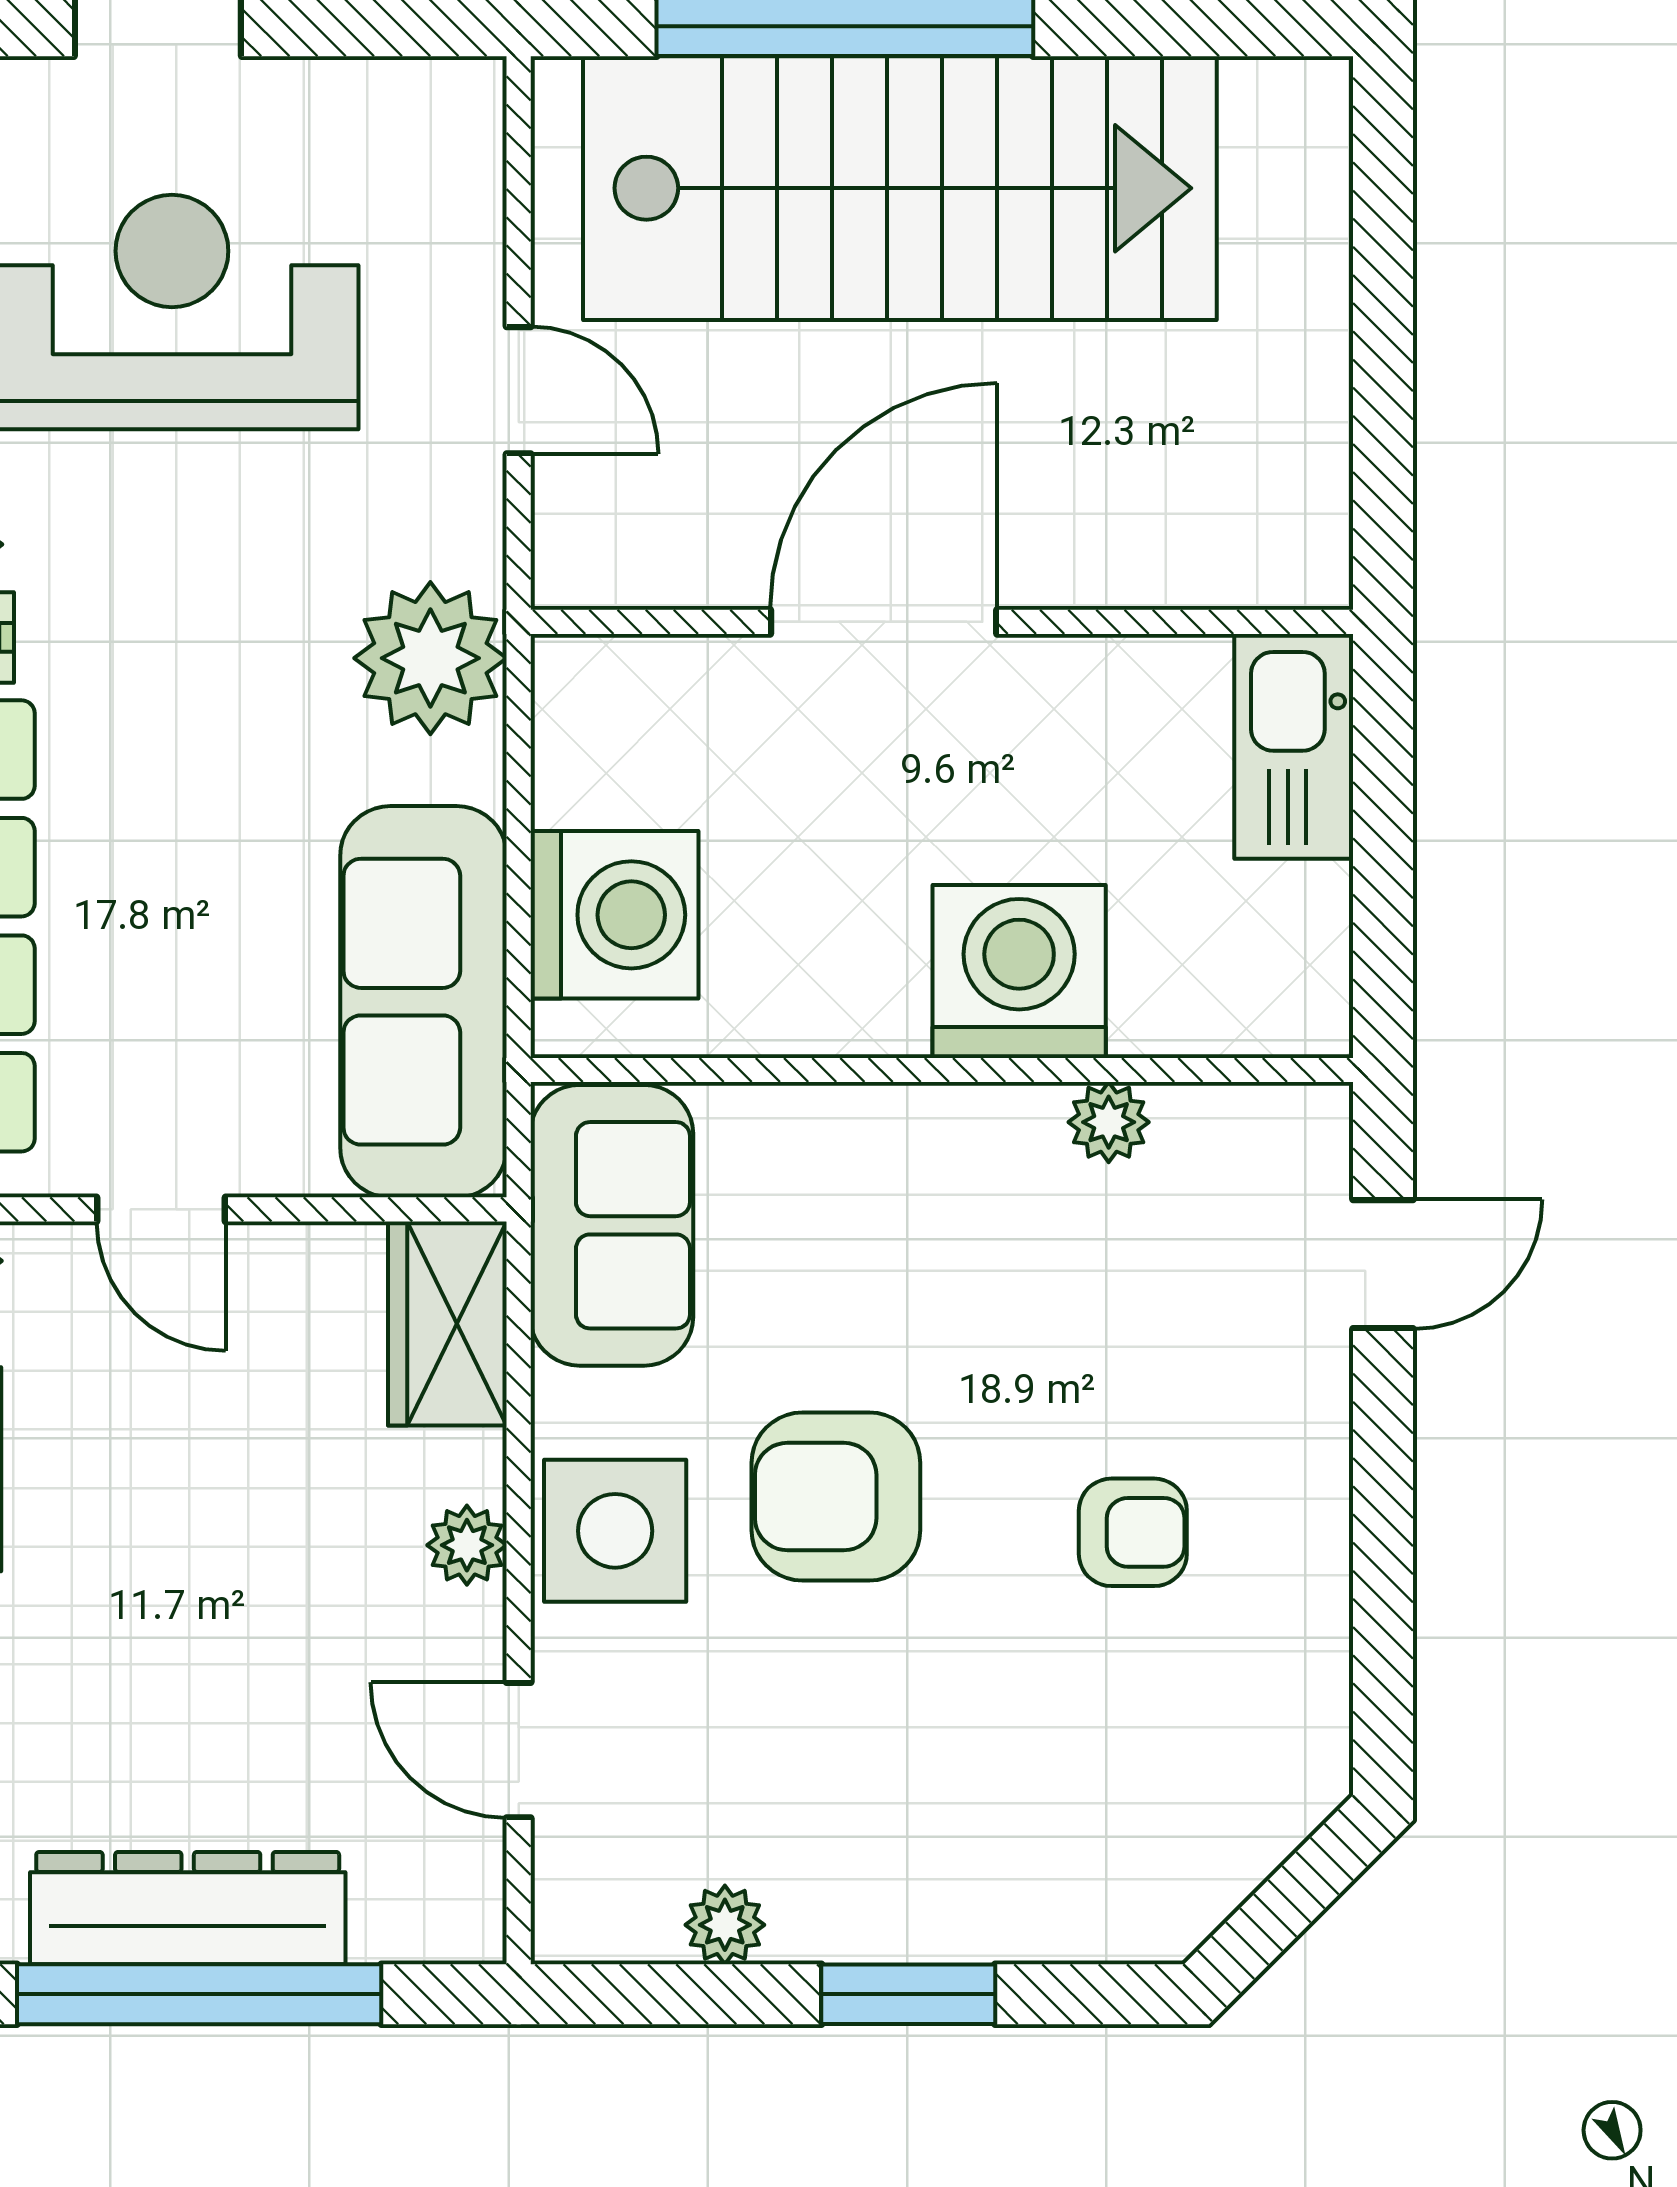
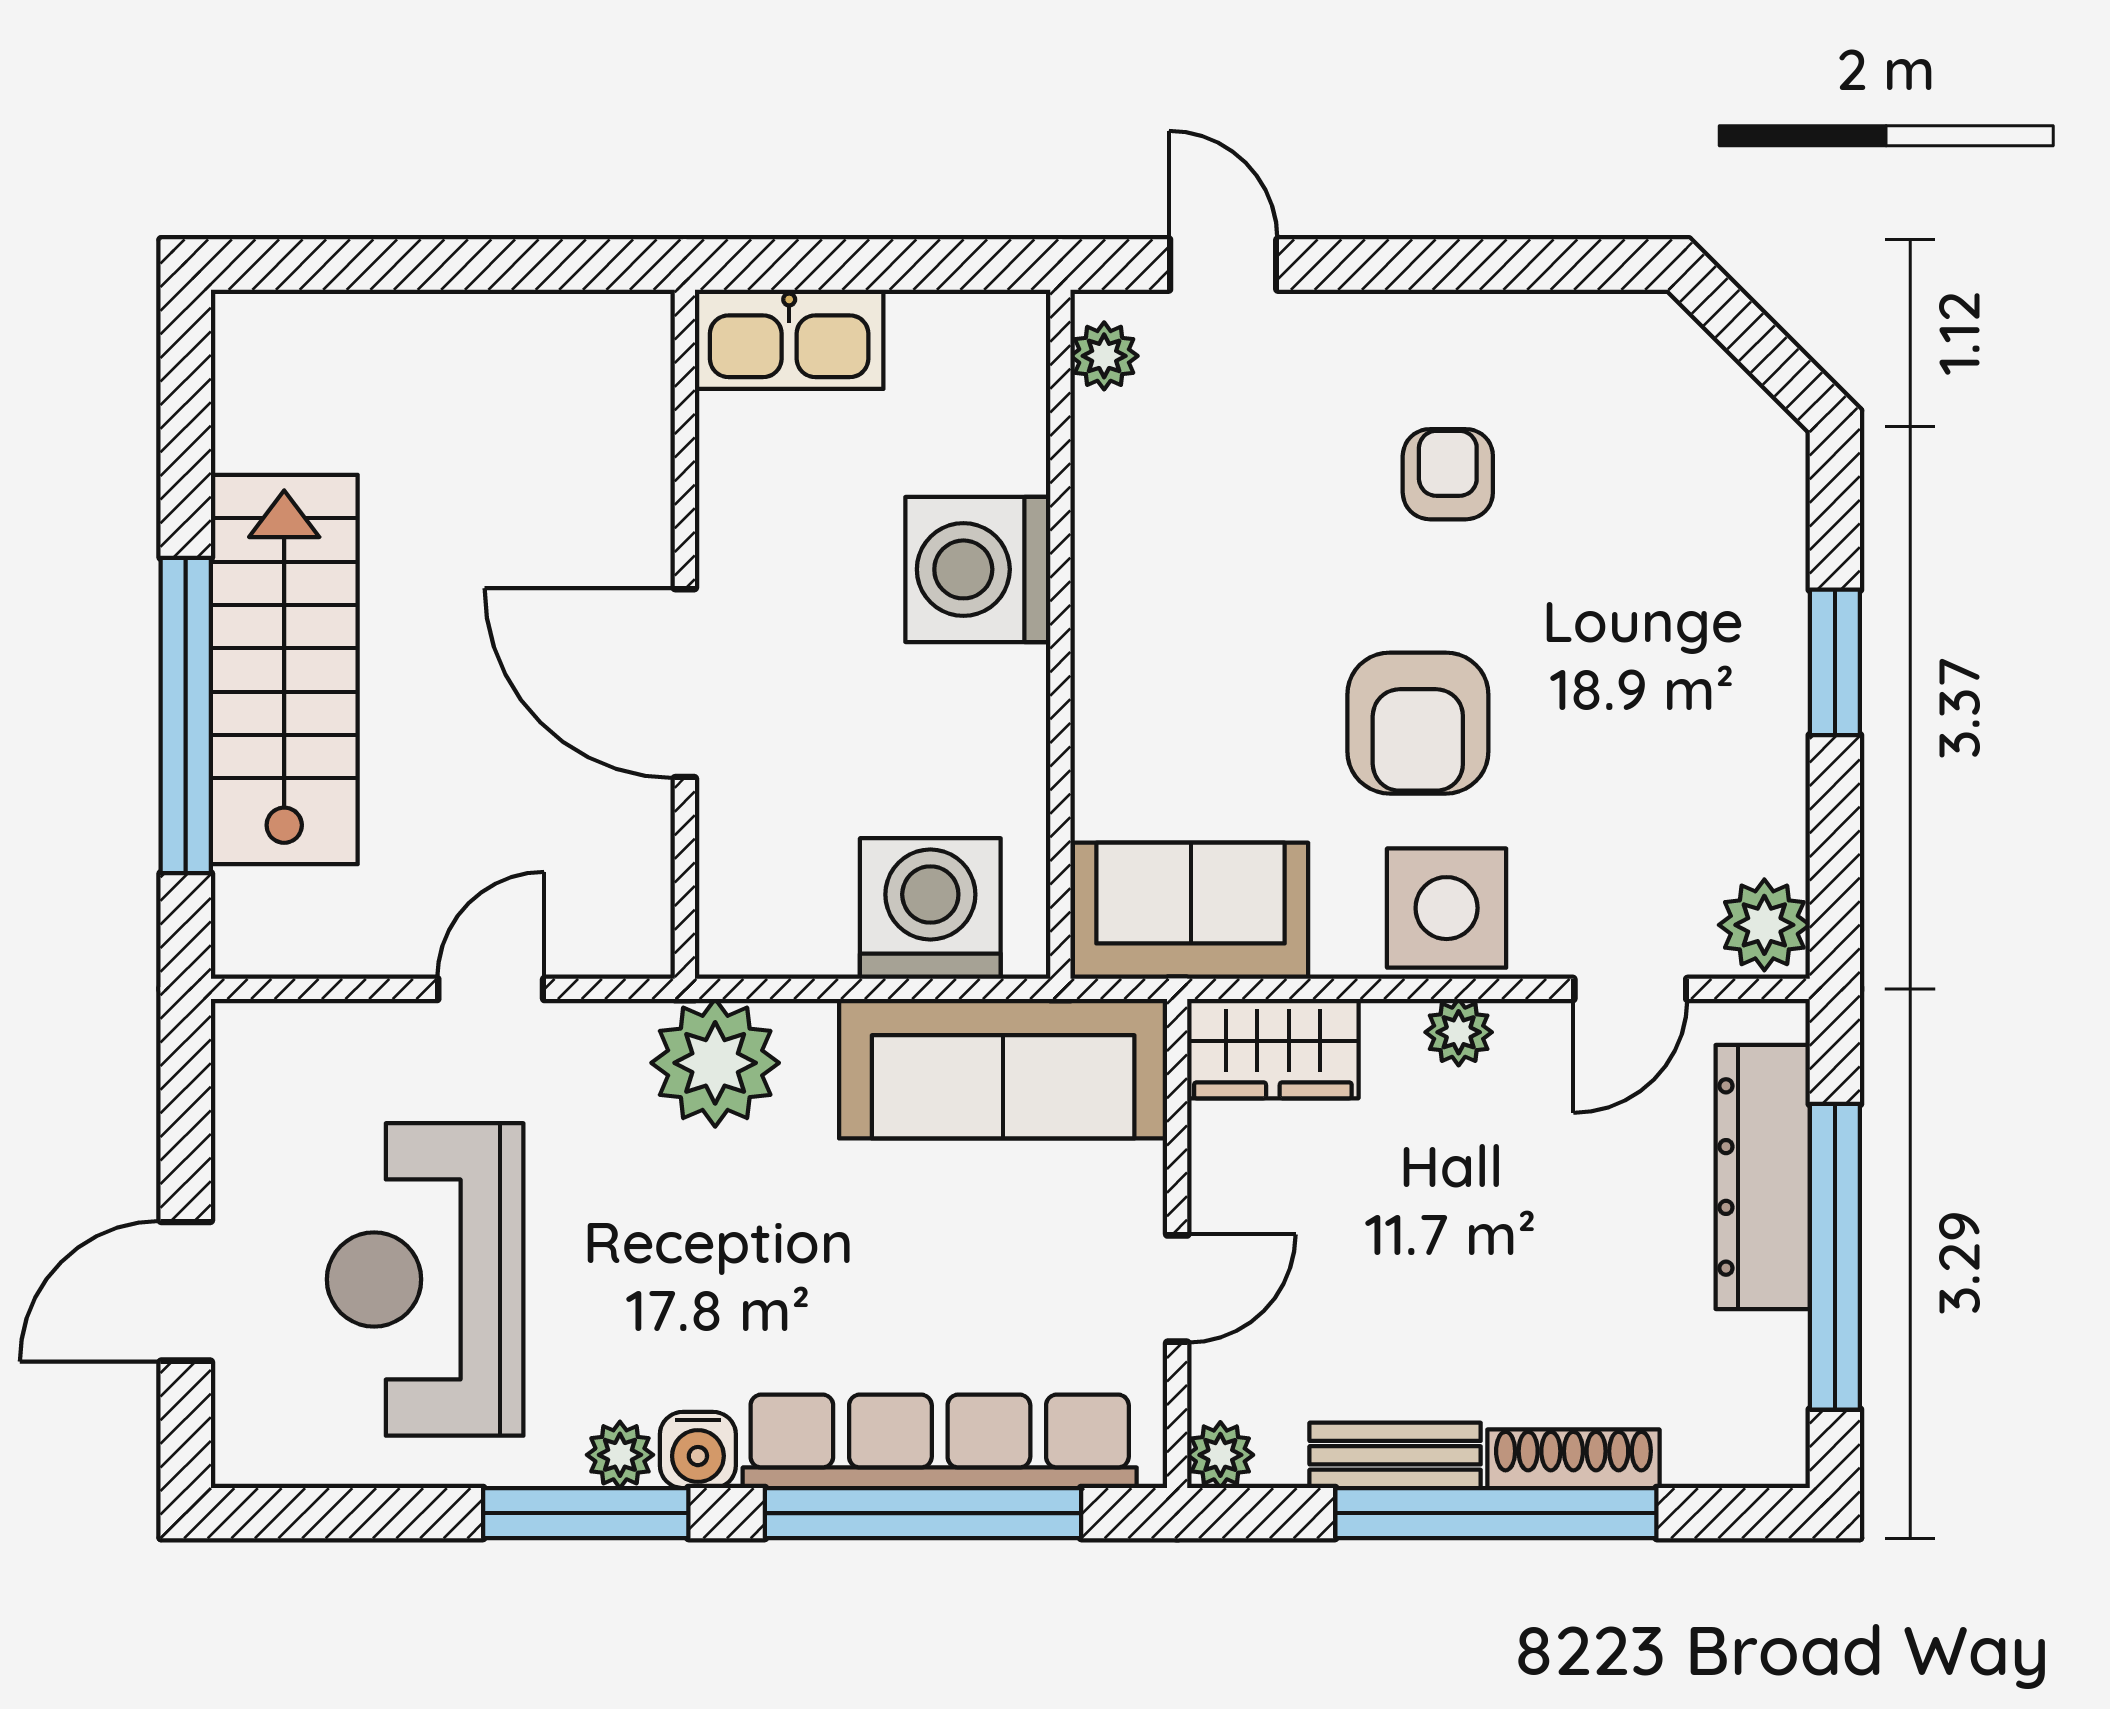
stairs: (900, 188) -> (284, 669), width x0.73, depth x0.66
plant: (1109, 1122) -> (1104, 356), moved
dresser: (188, 1908) -> (1763, 1177), moved
plant: (725, 1925) -> (1764, 925), moved, width x1.38, depth x1.38

